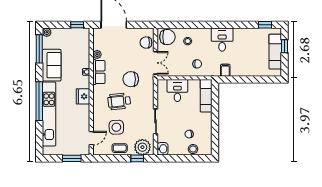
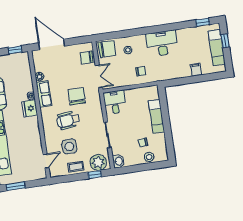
desk: (222, 40) -> (162, 43), width x1.37
filing cabinet: (225, 70) -> (196, 70), moved
chair: (131, 79) -> (77, 96), turned 90
desk: (177, 90) -> (115, 102), moved
fridge: (83, 96) -> (30, 108), moved
exam couch: (206, 96) -> (156, 116), moved
window: (72, 158) -> (16, 186), moved

